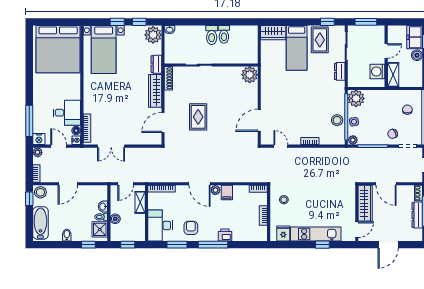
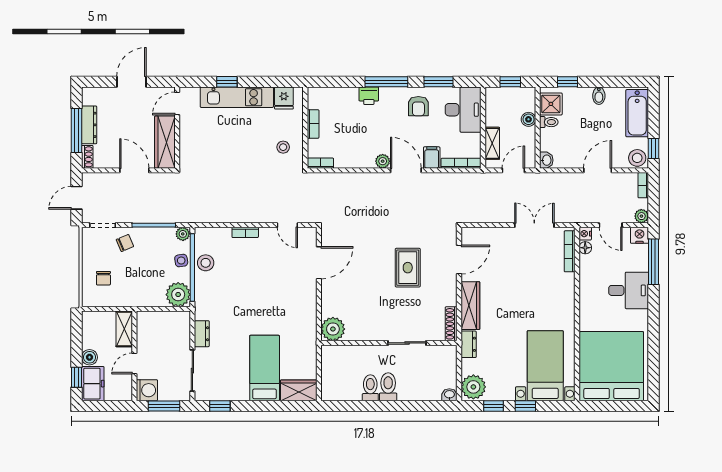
rug: (320, 40) -> (231, 380), removed
washing machine: (377, 71) -> (147, 390), moved
desk: (67, 113) -> (629, 290), moved, turned 180
filing cabinet: (227, 193) -> (432, 158), moved
washbasin: (103, 206) -> (546, 160), moved

